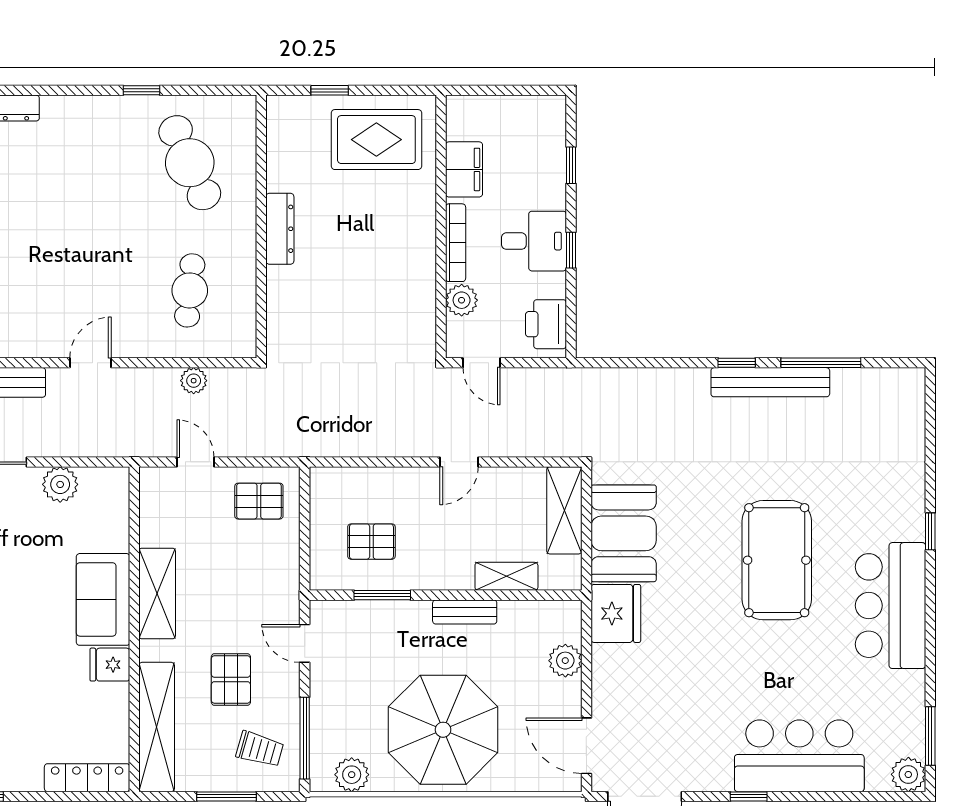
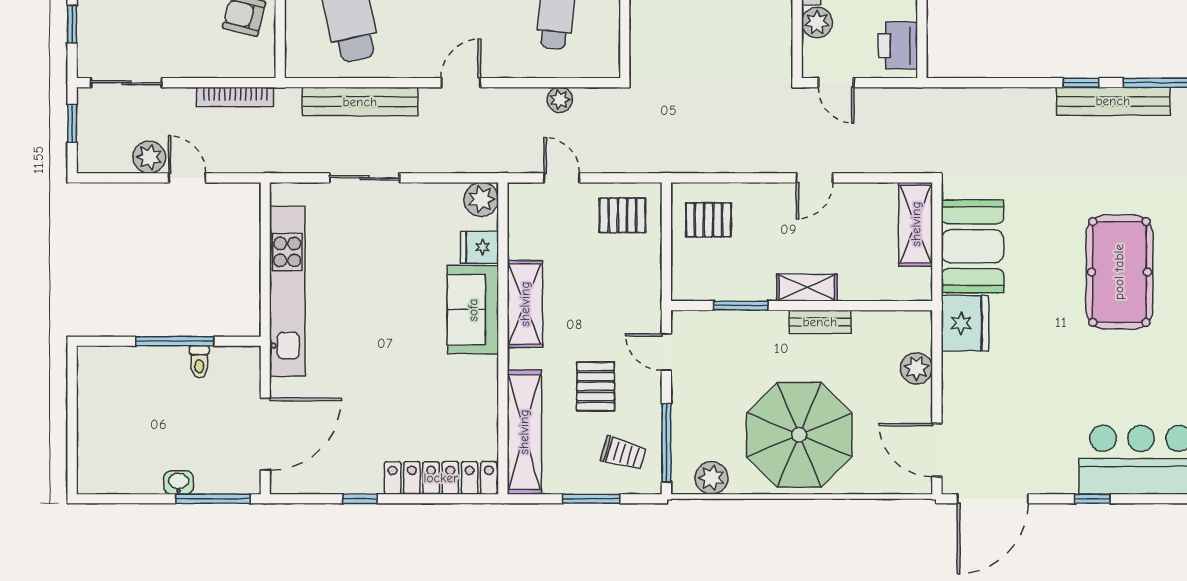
plant: (60, 484) -> (481, 199), moved
pallet: (371, 542) -> (709, 220), moved
shelving: (506, 576) -> (807, 288), moved
fridge: (110, 665) -> (479, 247), moved
locker: (87, 778) -> (441, 478), width x1.41, depth x1.21

